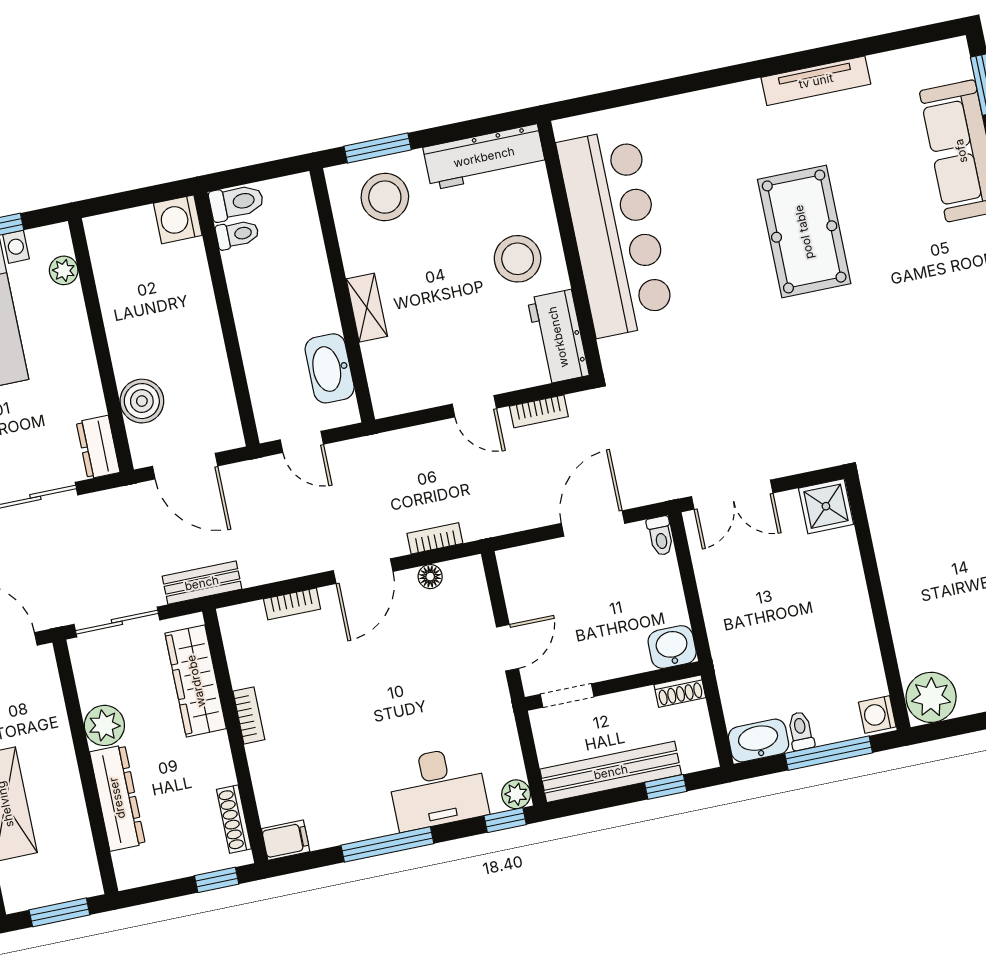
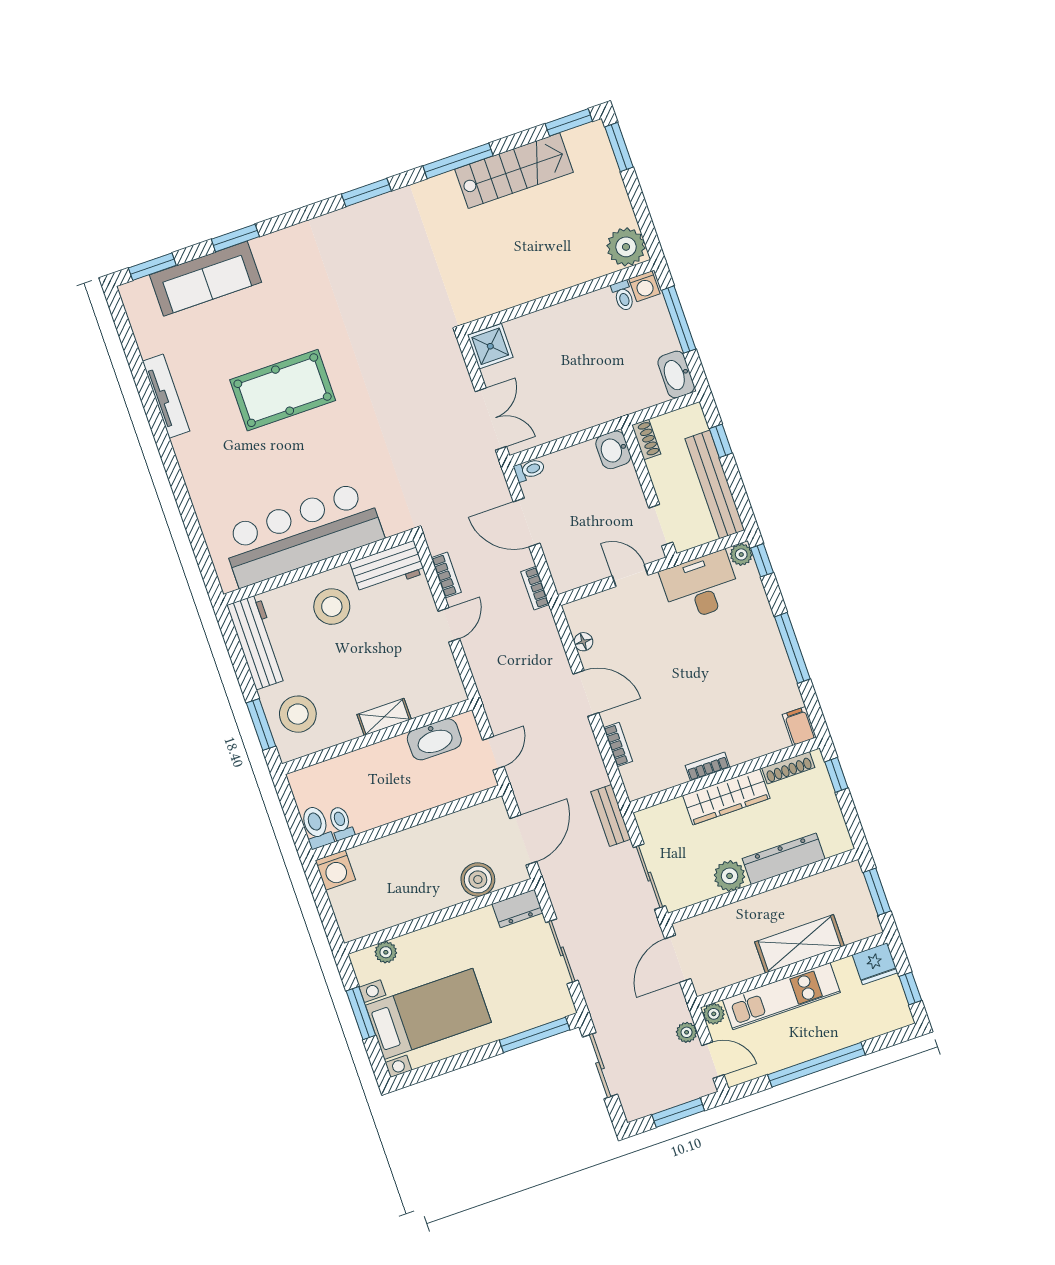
bookcase: (435, 538) -> (535, 588), moved
wardrobe: (196, 681) -> (726, 797), moved
toilet: (801, 731) -> (623, 296), moved, turned -90
desk: (438, 788) -> (701, 586), moved, turned -90

